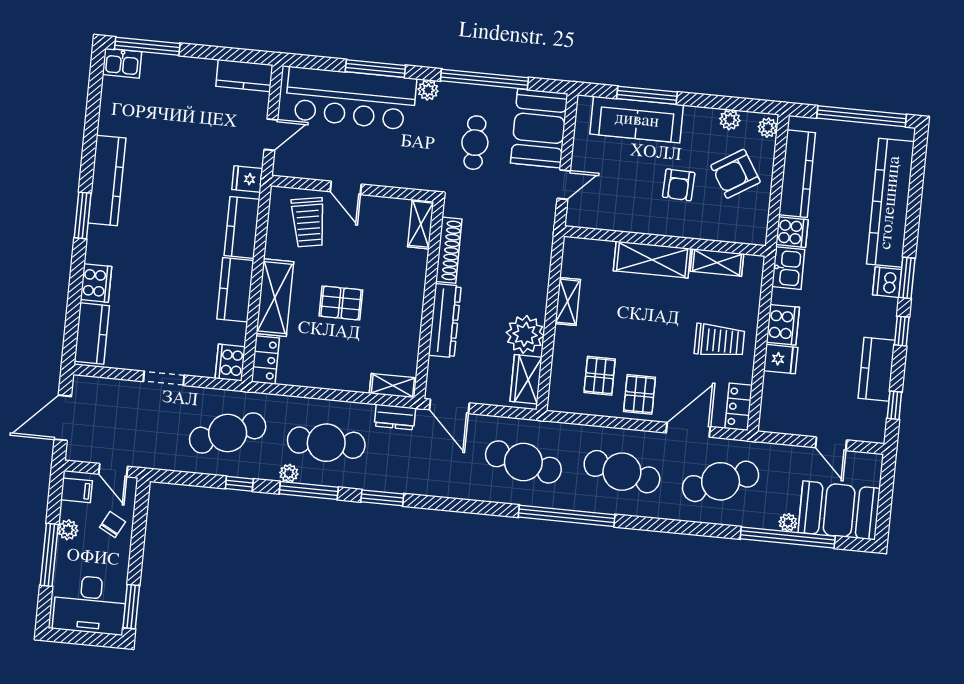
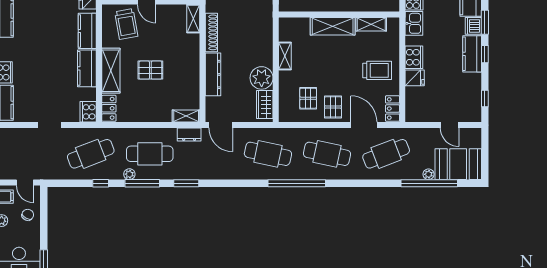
kitchen counter: (876, 369) -> (472, 54), moved
door: (688, 430) -> (364, 125), hinge flipped

